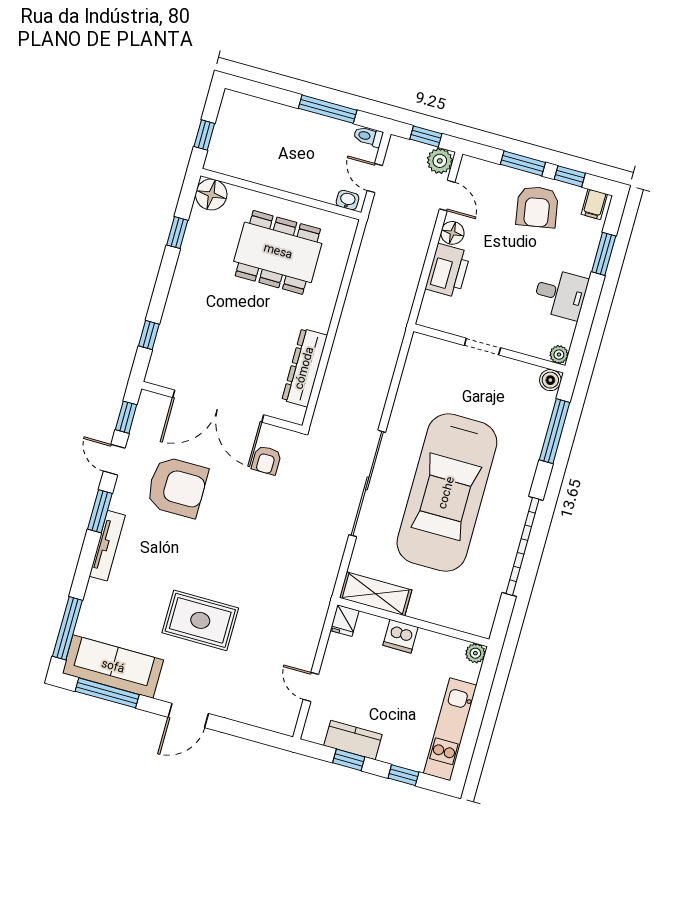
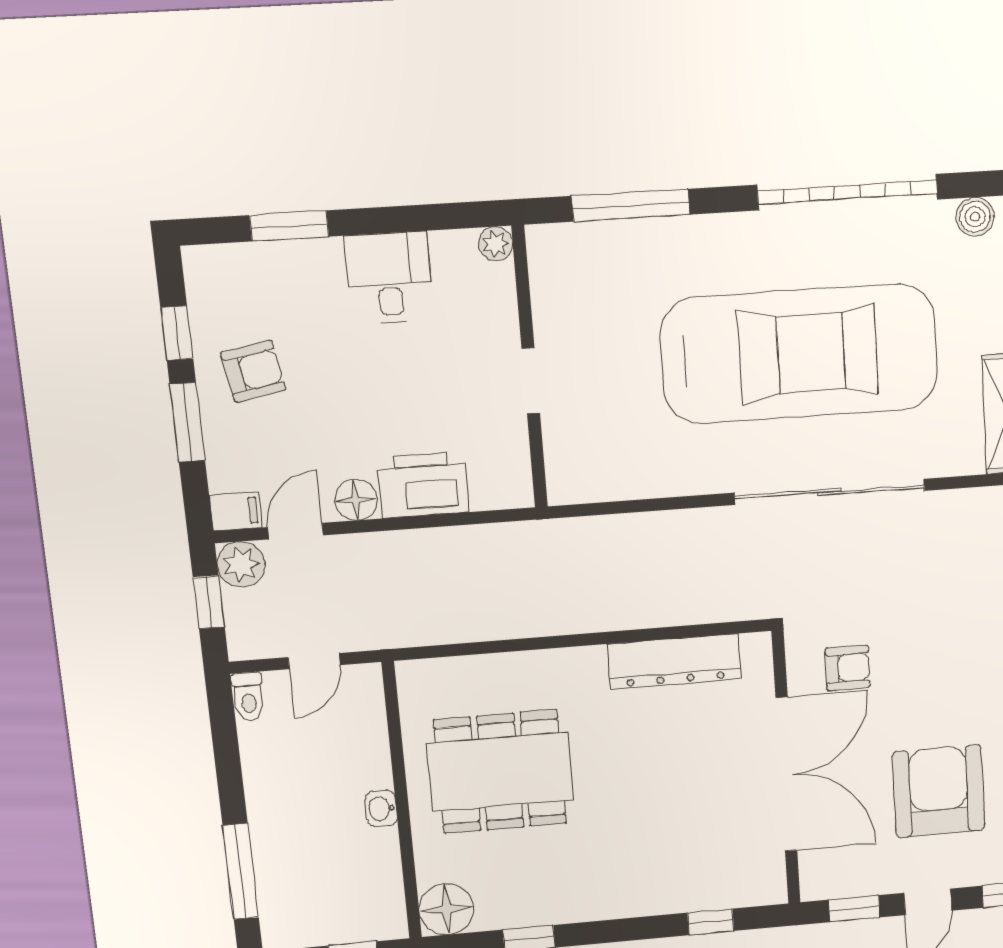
window: (328, 109) -> (241, 872), moved
washbasin: (348, 200) -> (381, 809), moved
filing cabinet: (594, 204) -> (236, 511), moved
armchair: (537, 207) -> (253, 371), width x0.72, depth x0.72
dining table: (278, 252) -> (500, 772), turned 90
boiler: (550, 380) -> (975, 217), moved

